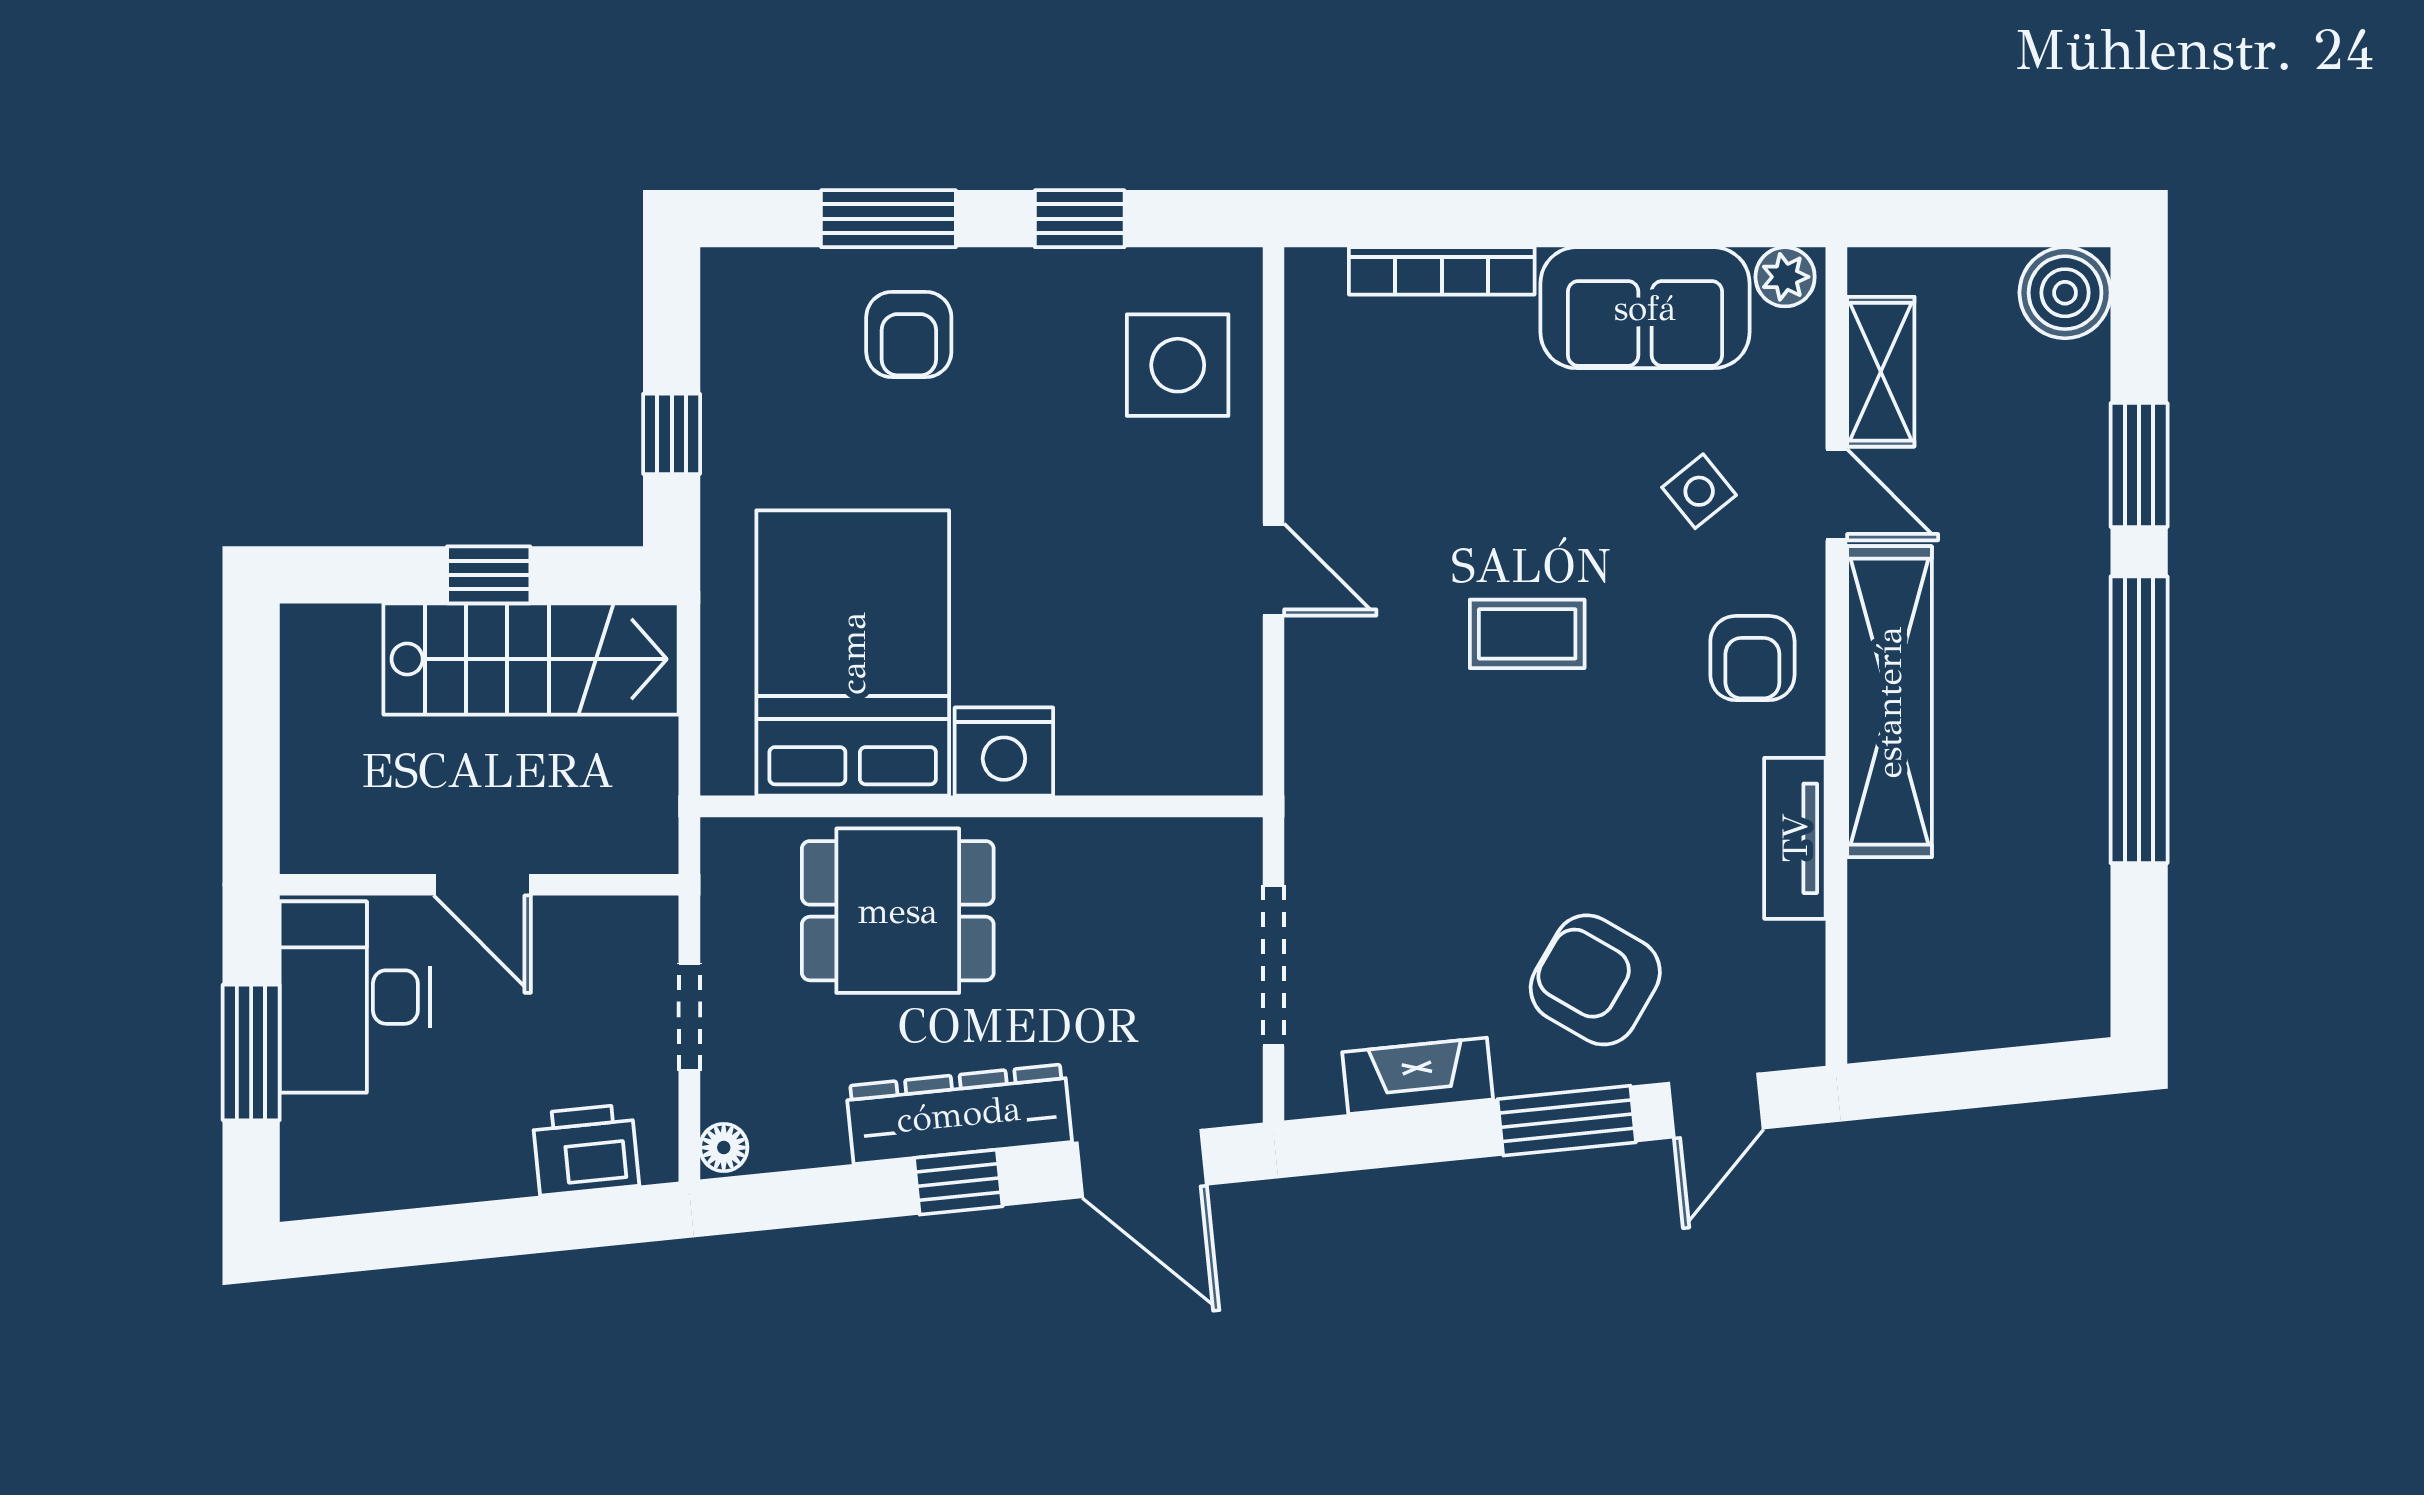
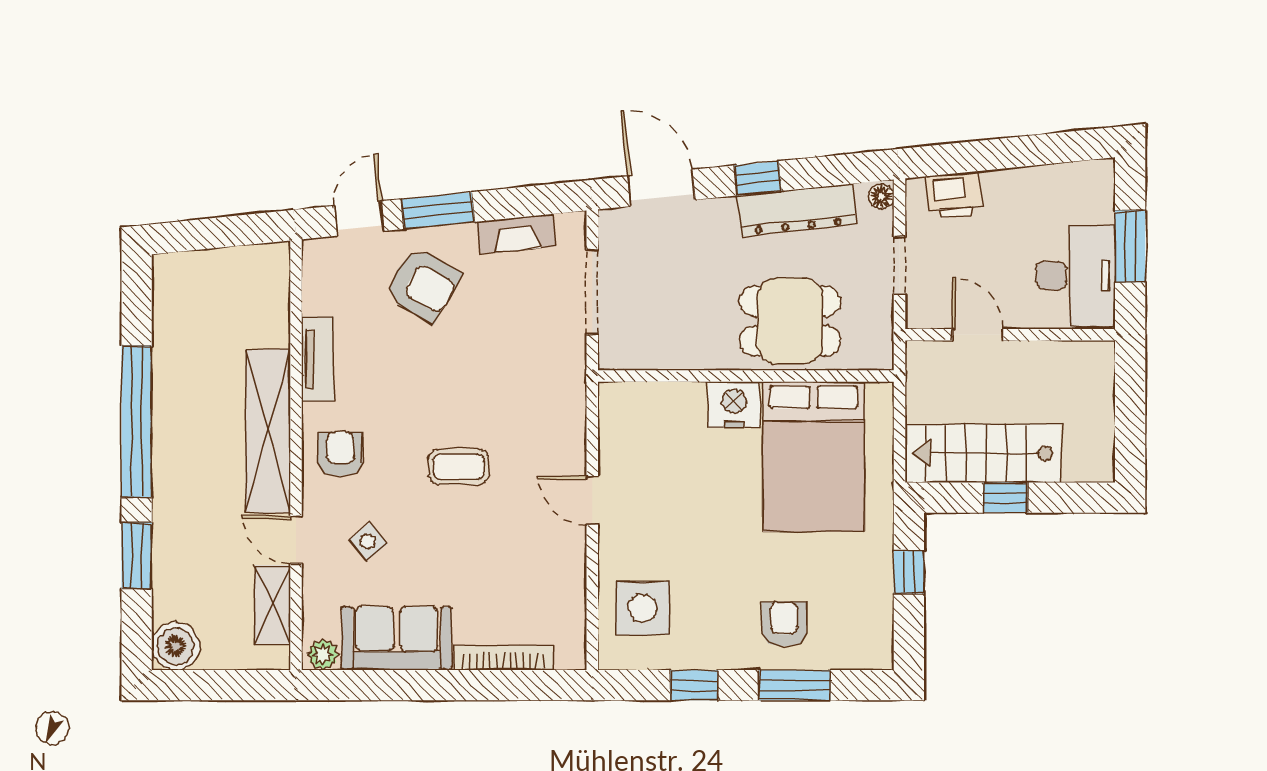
door: (482, 885) -> (978, 335), moved
dresser: (959, 1114) -> (797, 210), moved

